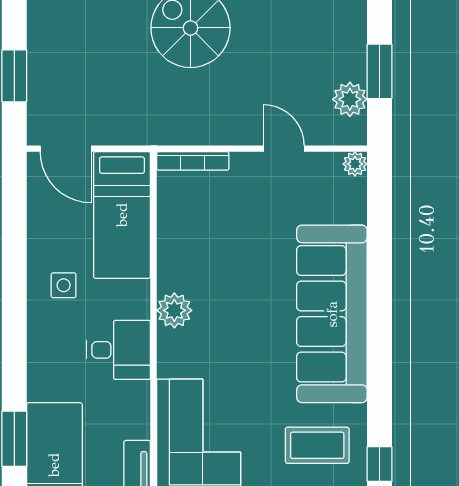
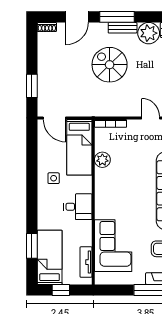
plant: (174, 310) -> (102, 160), moved

